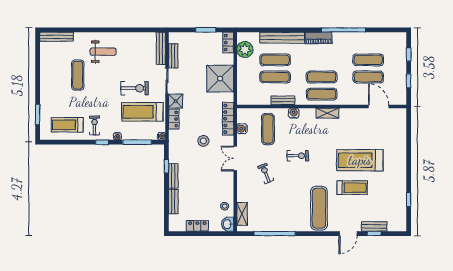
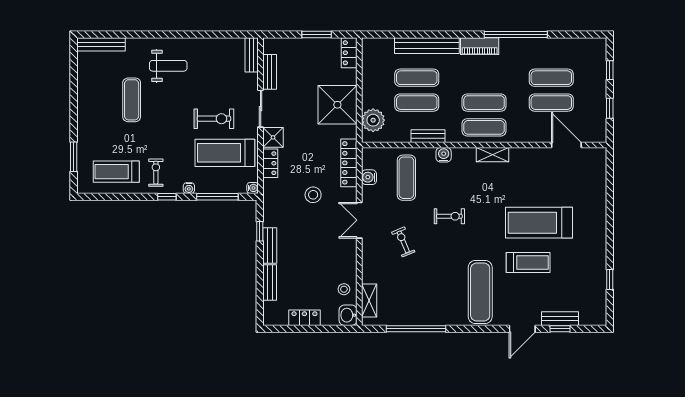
bench: (161, 48) -> (252, 55), width x0.73
plant: (245, 50) -> (373, 120), moved

